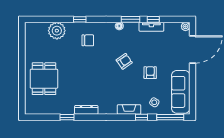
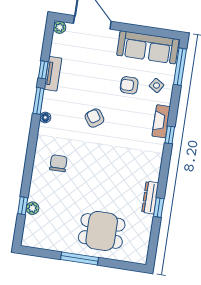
window: (80, 19) -> (23, 206), moved
plant: (57, 31) -> (32, 208), width x0.53, depth x0.53
window: (22, 66) -> (79, 258), added
armchair: (150, 73) -> (129, 85), moved
dresser: (86, 110) -> (150, 198), moved
window: (141, 117) -> (170, 135), moved

